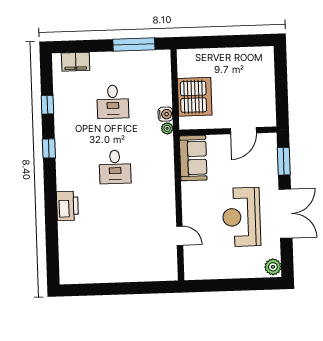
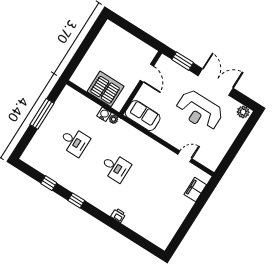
window: (134, 44) -> (42, 114), moved
filing cabinet: (76, 62) -> (195, 190), moved, turned 180
printer: (67, 206) -> (118, 215), width x0.53, depth x0.68

